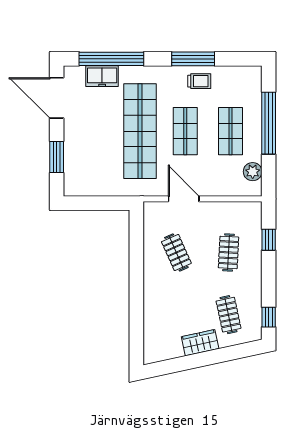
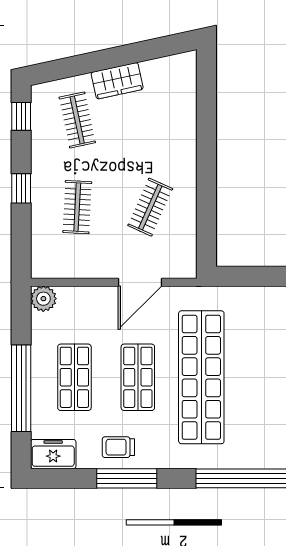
freezer: (102, 76) -> (53, 454), moved
plant: (253, 172) -> (43, 299), moved
door: (184, 199) -> (140, 282), hinge flipped
window: (269, 240) -> (21, 188), moved
clothes rail: (176, 252) -> (150, 207), turned 48

